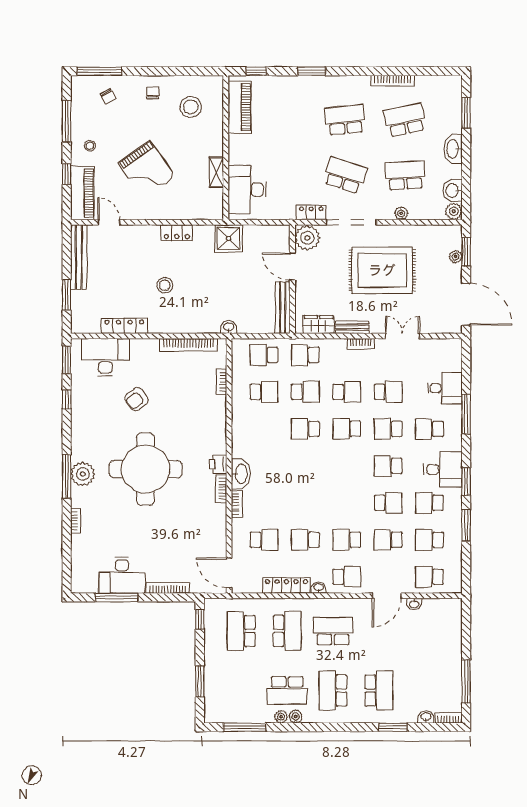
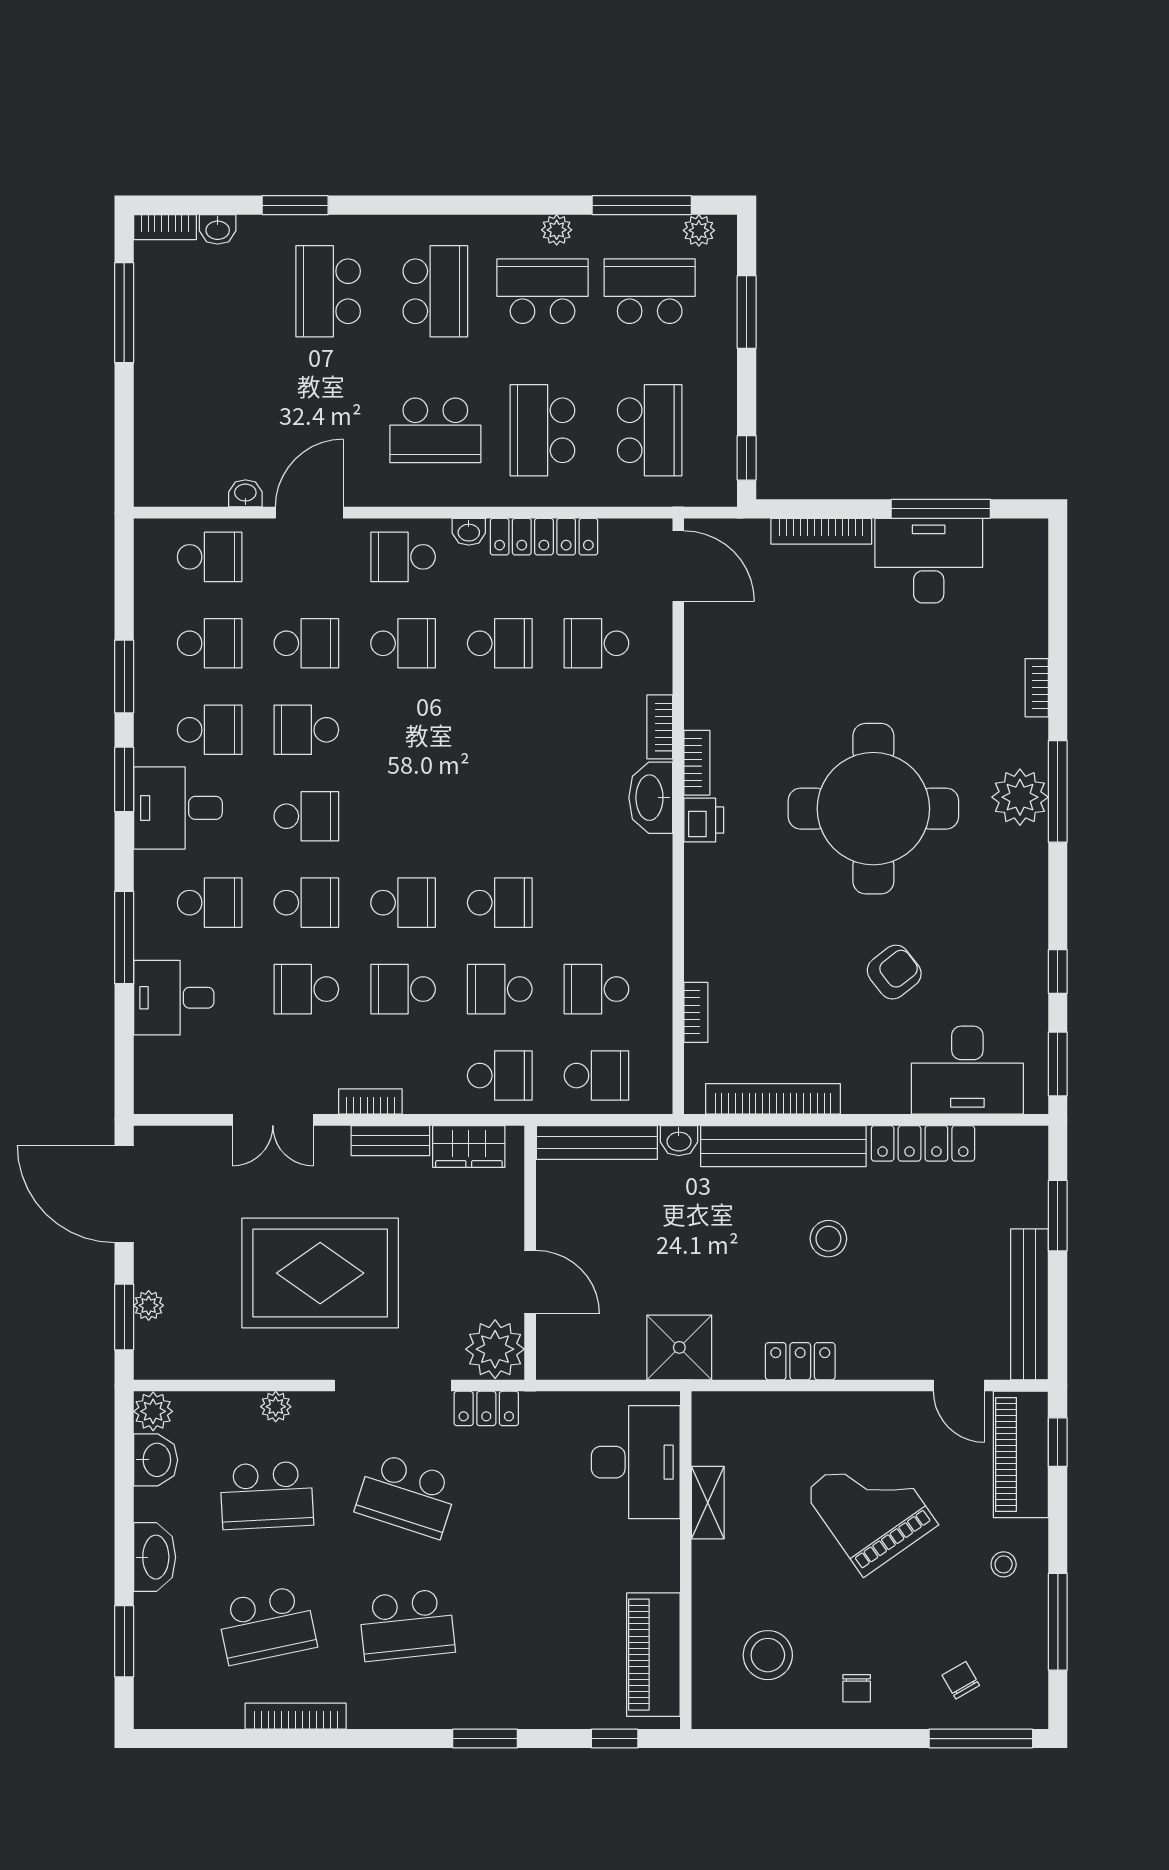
window: (67, 174) -> (1058, 1442), moved
bench: (283, 308) -> (597, 1142), moved, turned 90
bench: (184, 325) -> (783, 1146), added
school desk: (241, 690) -> (650, 291), added
plant: (296, 716) -> (699, 230), moved

